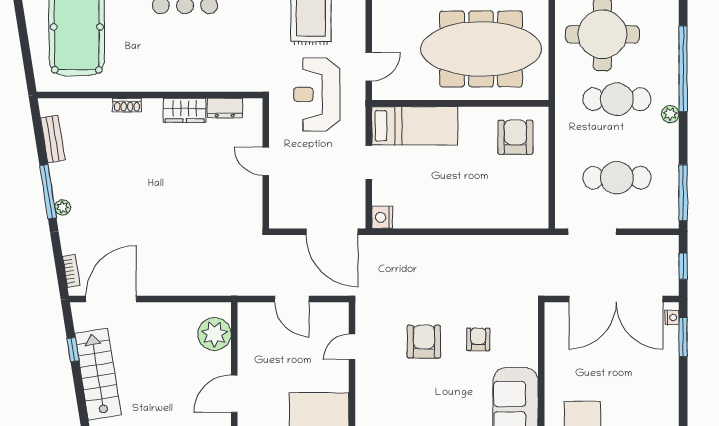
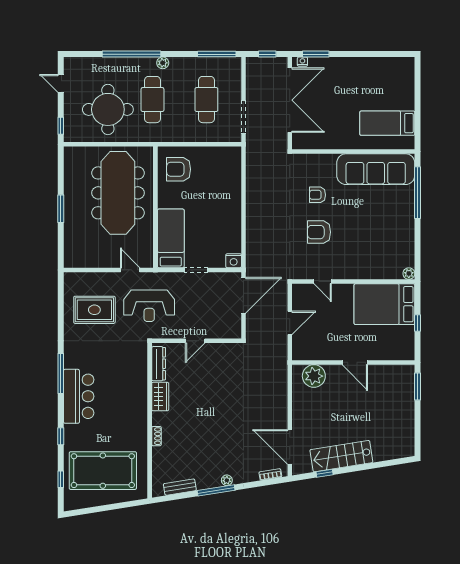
dresser: (225, 108) -> (159, 364), width x1.44

